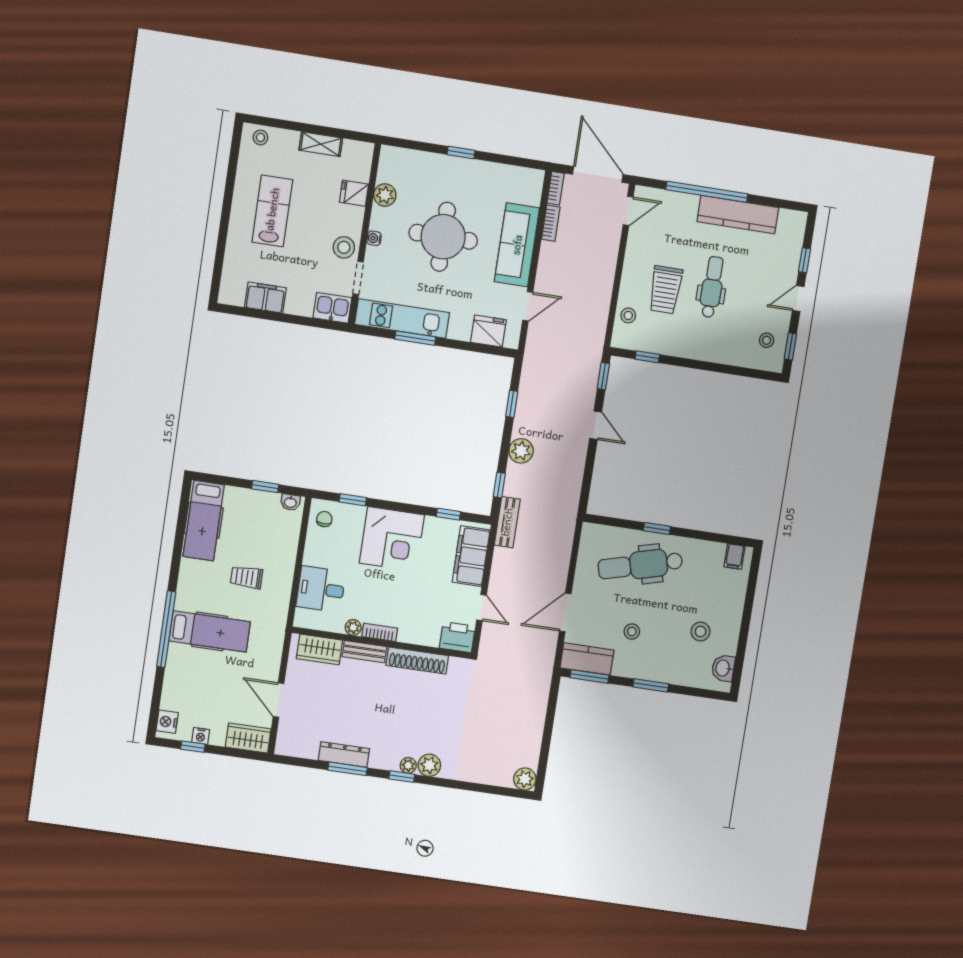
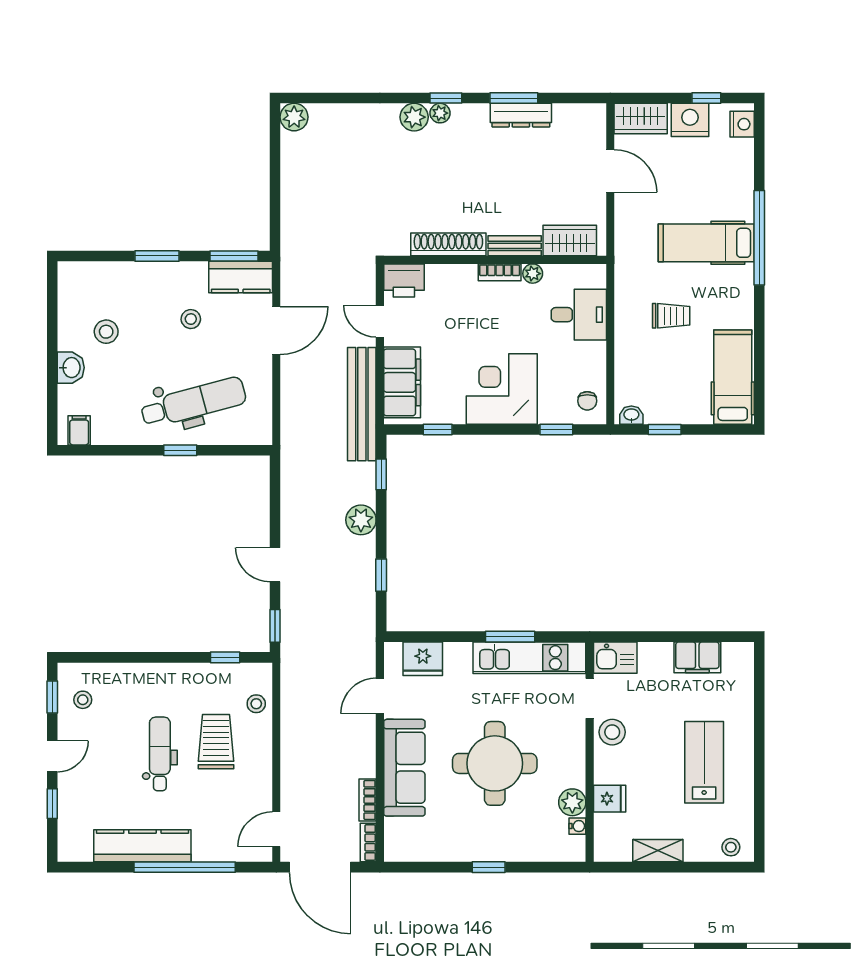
lab bench: (272, 211) -> (704, 762), turned 180
water cooler: (374, 238) -> (577, 826), moved
dental chair: (712, 287) -> (160, 754), turned 180
bench: (507, 522) -> (362, 404), width x1.86, depth x1.21
washbasin: (723, 668) -> (71, 368), moved
nightstand: (201, 736) -> (690, 120), width x1.89, depth x1.79

